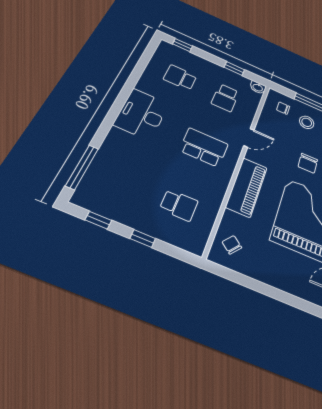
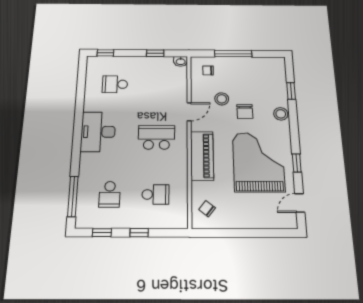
school desk: (225, 98) -> (110, 194), moved
stool: (307, 122) -> (222, 99), moved

